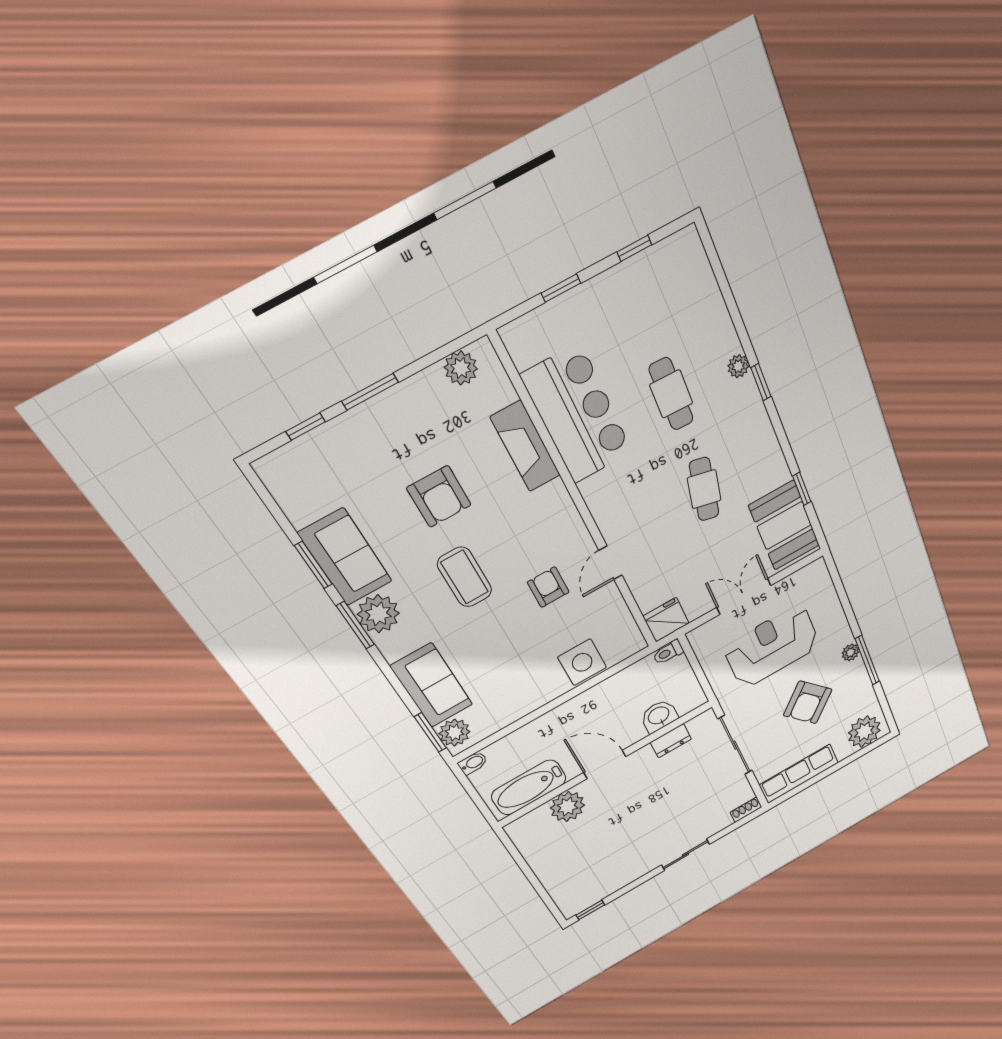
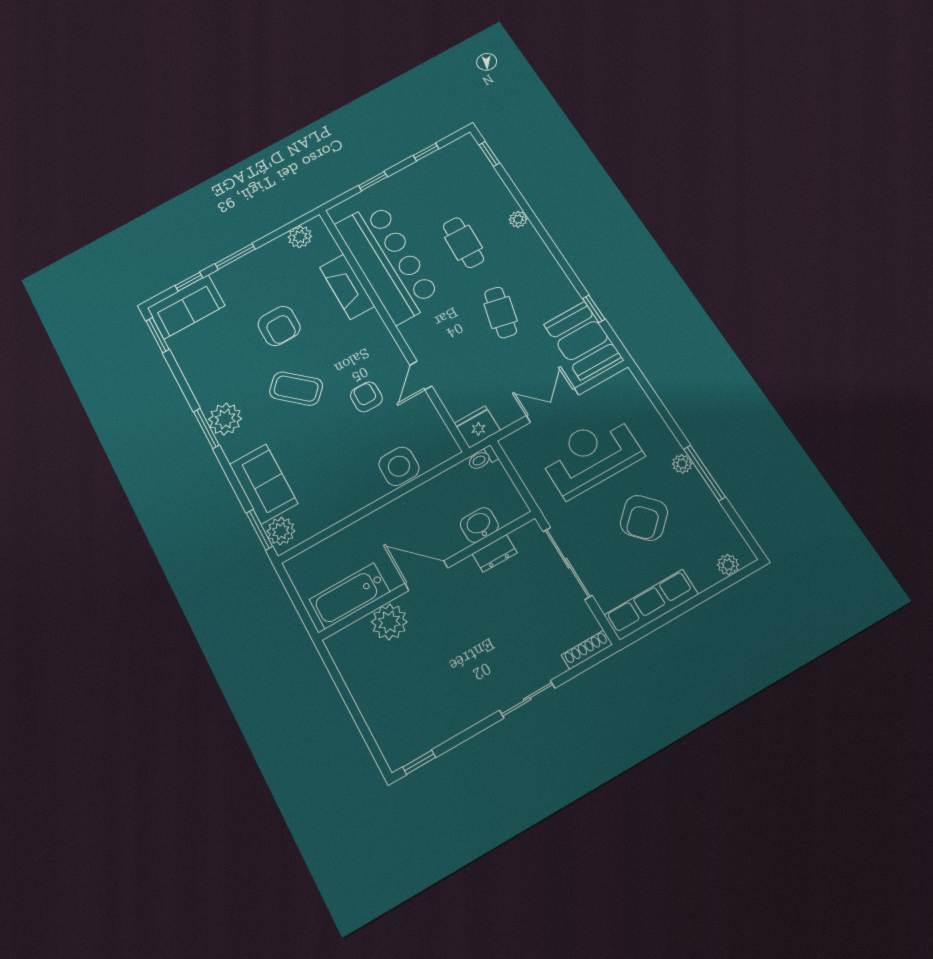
window: (761, 382) -> (489, 154), moved
bar counter: (577, 414) -> (388, 262), width x1.36
sofa: (345, 557) -> (186, 307), moved, turned 90
window: (313, 565) -> (158, 335), moved
coffee table: (465, 577) -> (296, 389), turned -47
plant: (864, 732) -> (728, 565), width x0.53, depth x0.53
bidet: (473, 763) -> (296, 564), removed
shoe rack: (746, 810) -> (587, 650), width x1.43

